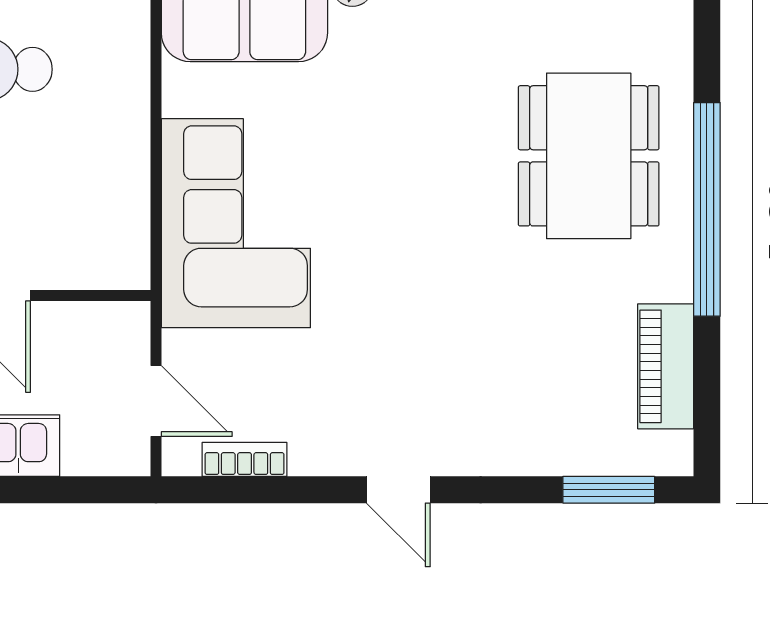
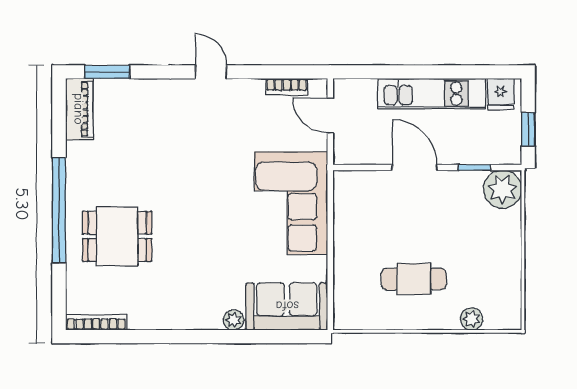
dining table: (589, 156) -> (117, 236), width x0.73
piano: (666, 366) -> (79, 109), moved

